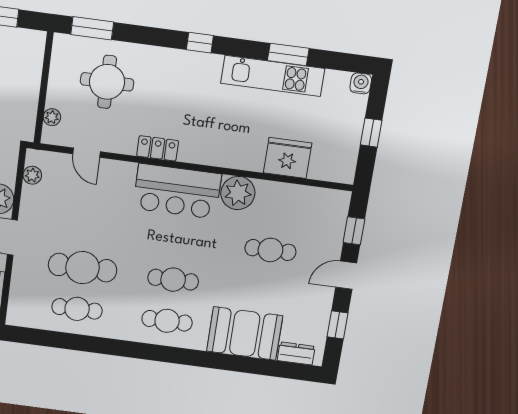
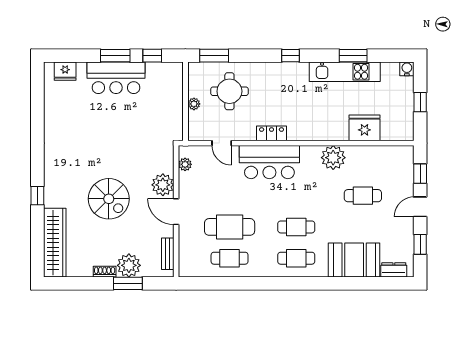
plant: (52, 117) -> (194, 104), moved
bar counter: (177, 191) -> (269, 162), moved

